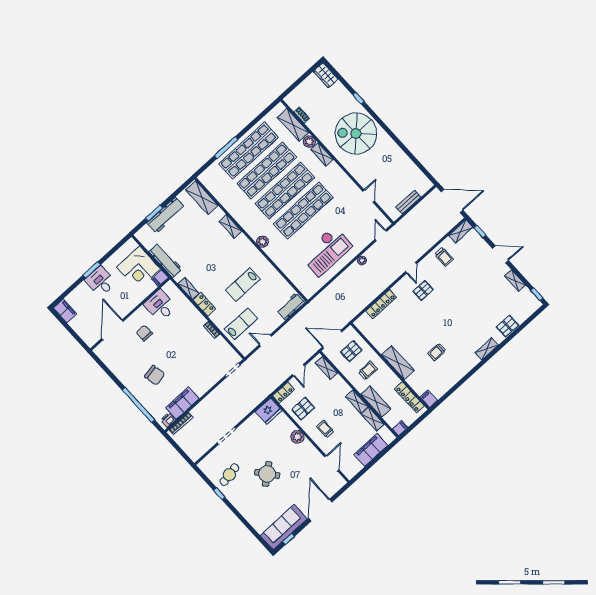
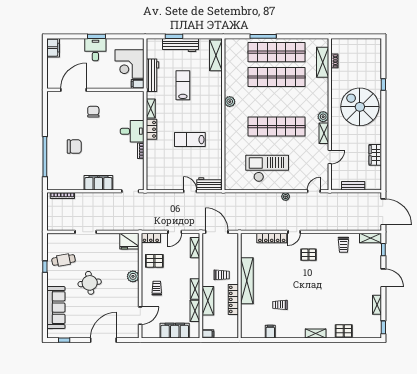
wardrobe: (326, 75) -> (375, 155), moved
plant: (309, 142) -> (323, 117), moved
shelving: (322, 154) -> (324, 133), moved
shop shelf: (285, 191) -> (276, 102), removed
shelving: (230, 226) -> (217, 92), removed
plant: (262, 242) -> (230, 102), moved
checkout: (326, 251) -> (267, 168), turned 180
door: (411, 268) -> (294, 232), moved
desk: (160, 306) -> (132, 131), moved, turned 90
lab bench: (241, 324) -> (183, 85), moved, turned -90
door: (265, 340) -> (190, 191), moved
pallet: (351, 351) -> (222, 252), removed
shelving: (398, 363) -> (247, 281), width x1.47
chair: (155, 375) -> (74, 147), turned -79
locker: (409, 397) -> (233, 299), moved
filing cabinet: (429, 399) -> (270, 332), moved
filing cabinet: (183, 403) -> (98, 183), moved
printer: (168, 420) -> (56, 185), removed
round table: (267, 474) -> (90, 283), turned 31
sofa: (284, 527) -> (56, 308), moved, turned 90

